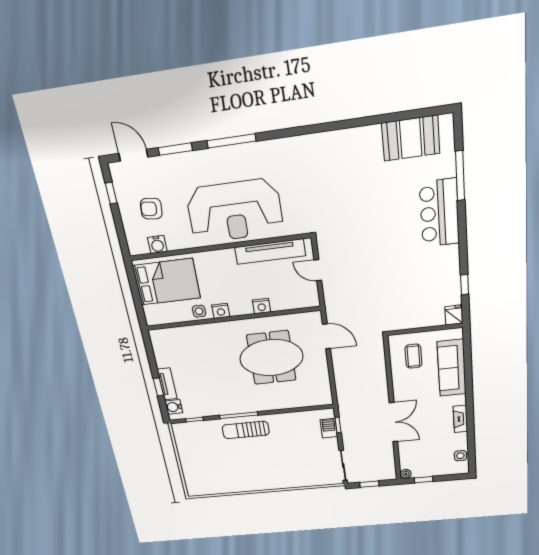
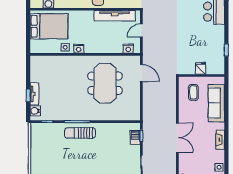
door: (318, 270) -> (141, 30), hinge flipped
nightstand: (261, 306) -> (128, 49), moved
fridge: (454, 315) -> (200, 68), moved
meeting table: (271, 358) -> (105, 83), turned 90

